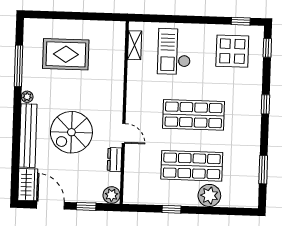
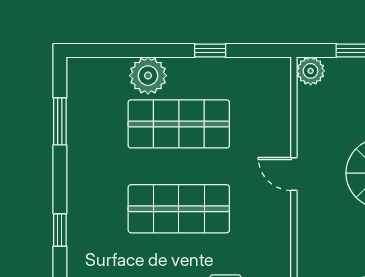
dresser: (114, 160) -> (308, 130), removed

